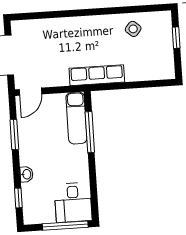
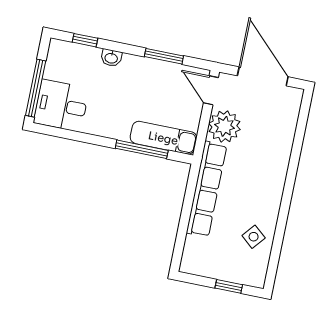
plant: (55, 74) -> (224, 126), added
row of seats: (97, 75) -> (207, 189), width x1.36

